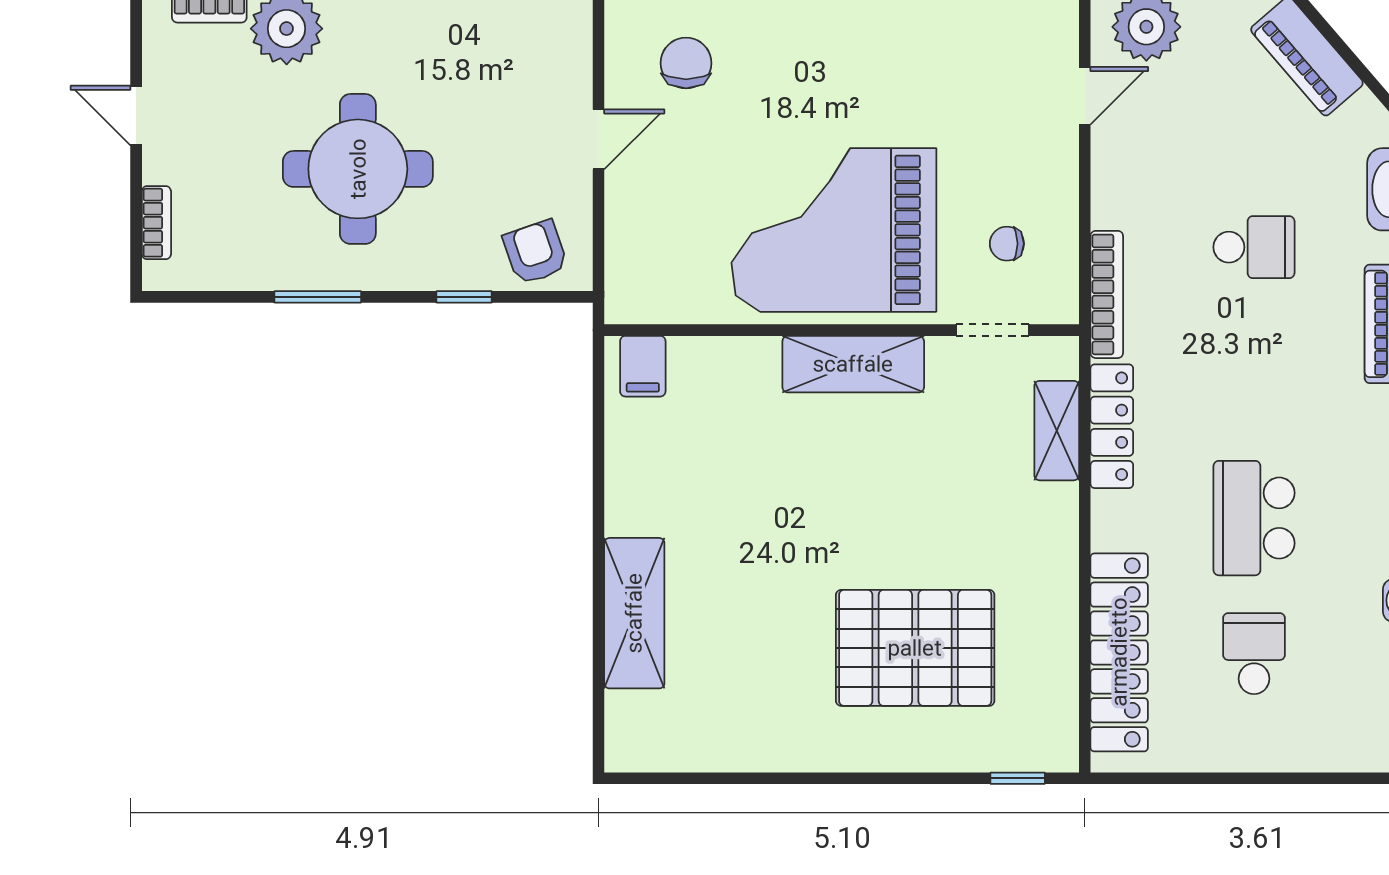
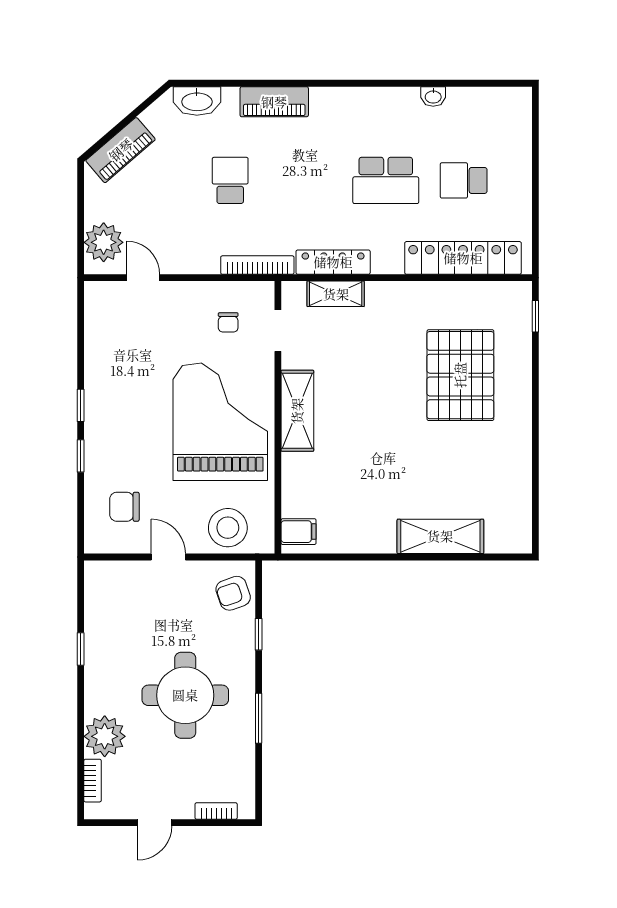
grand piano: (834, 230) -> (220, 422), turned 180
stool: (650, 243) -> (228, 528), added

